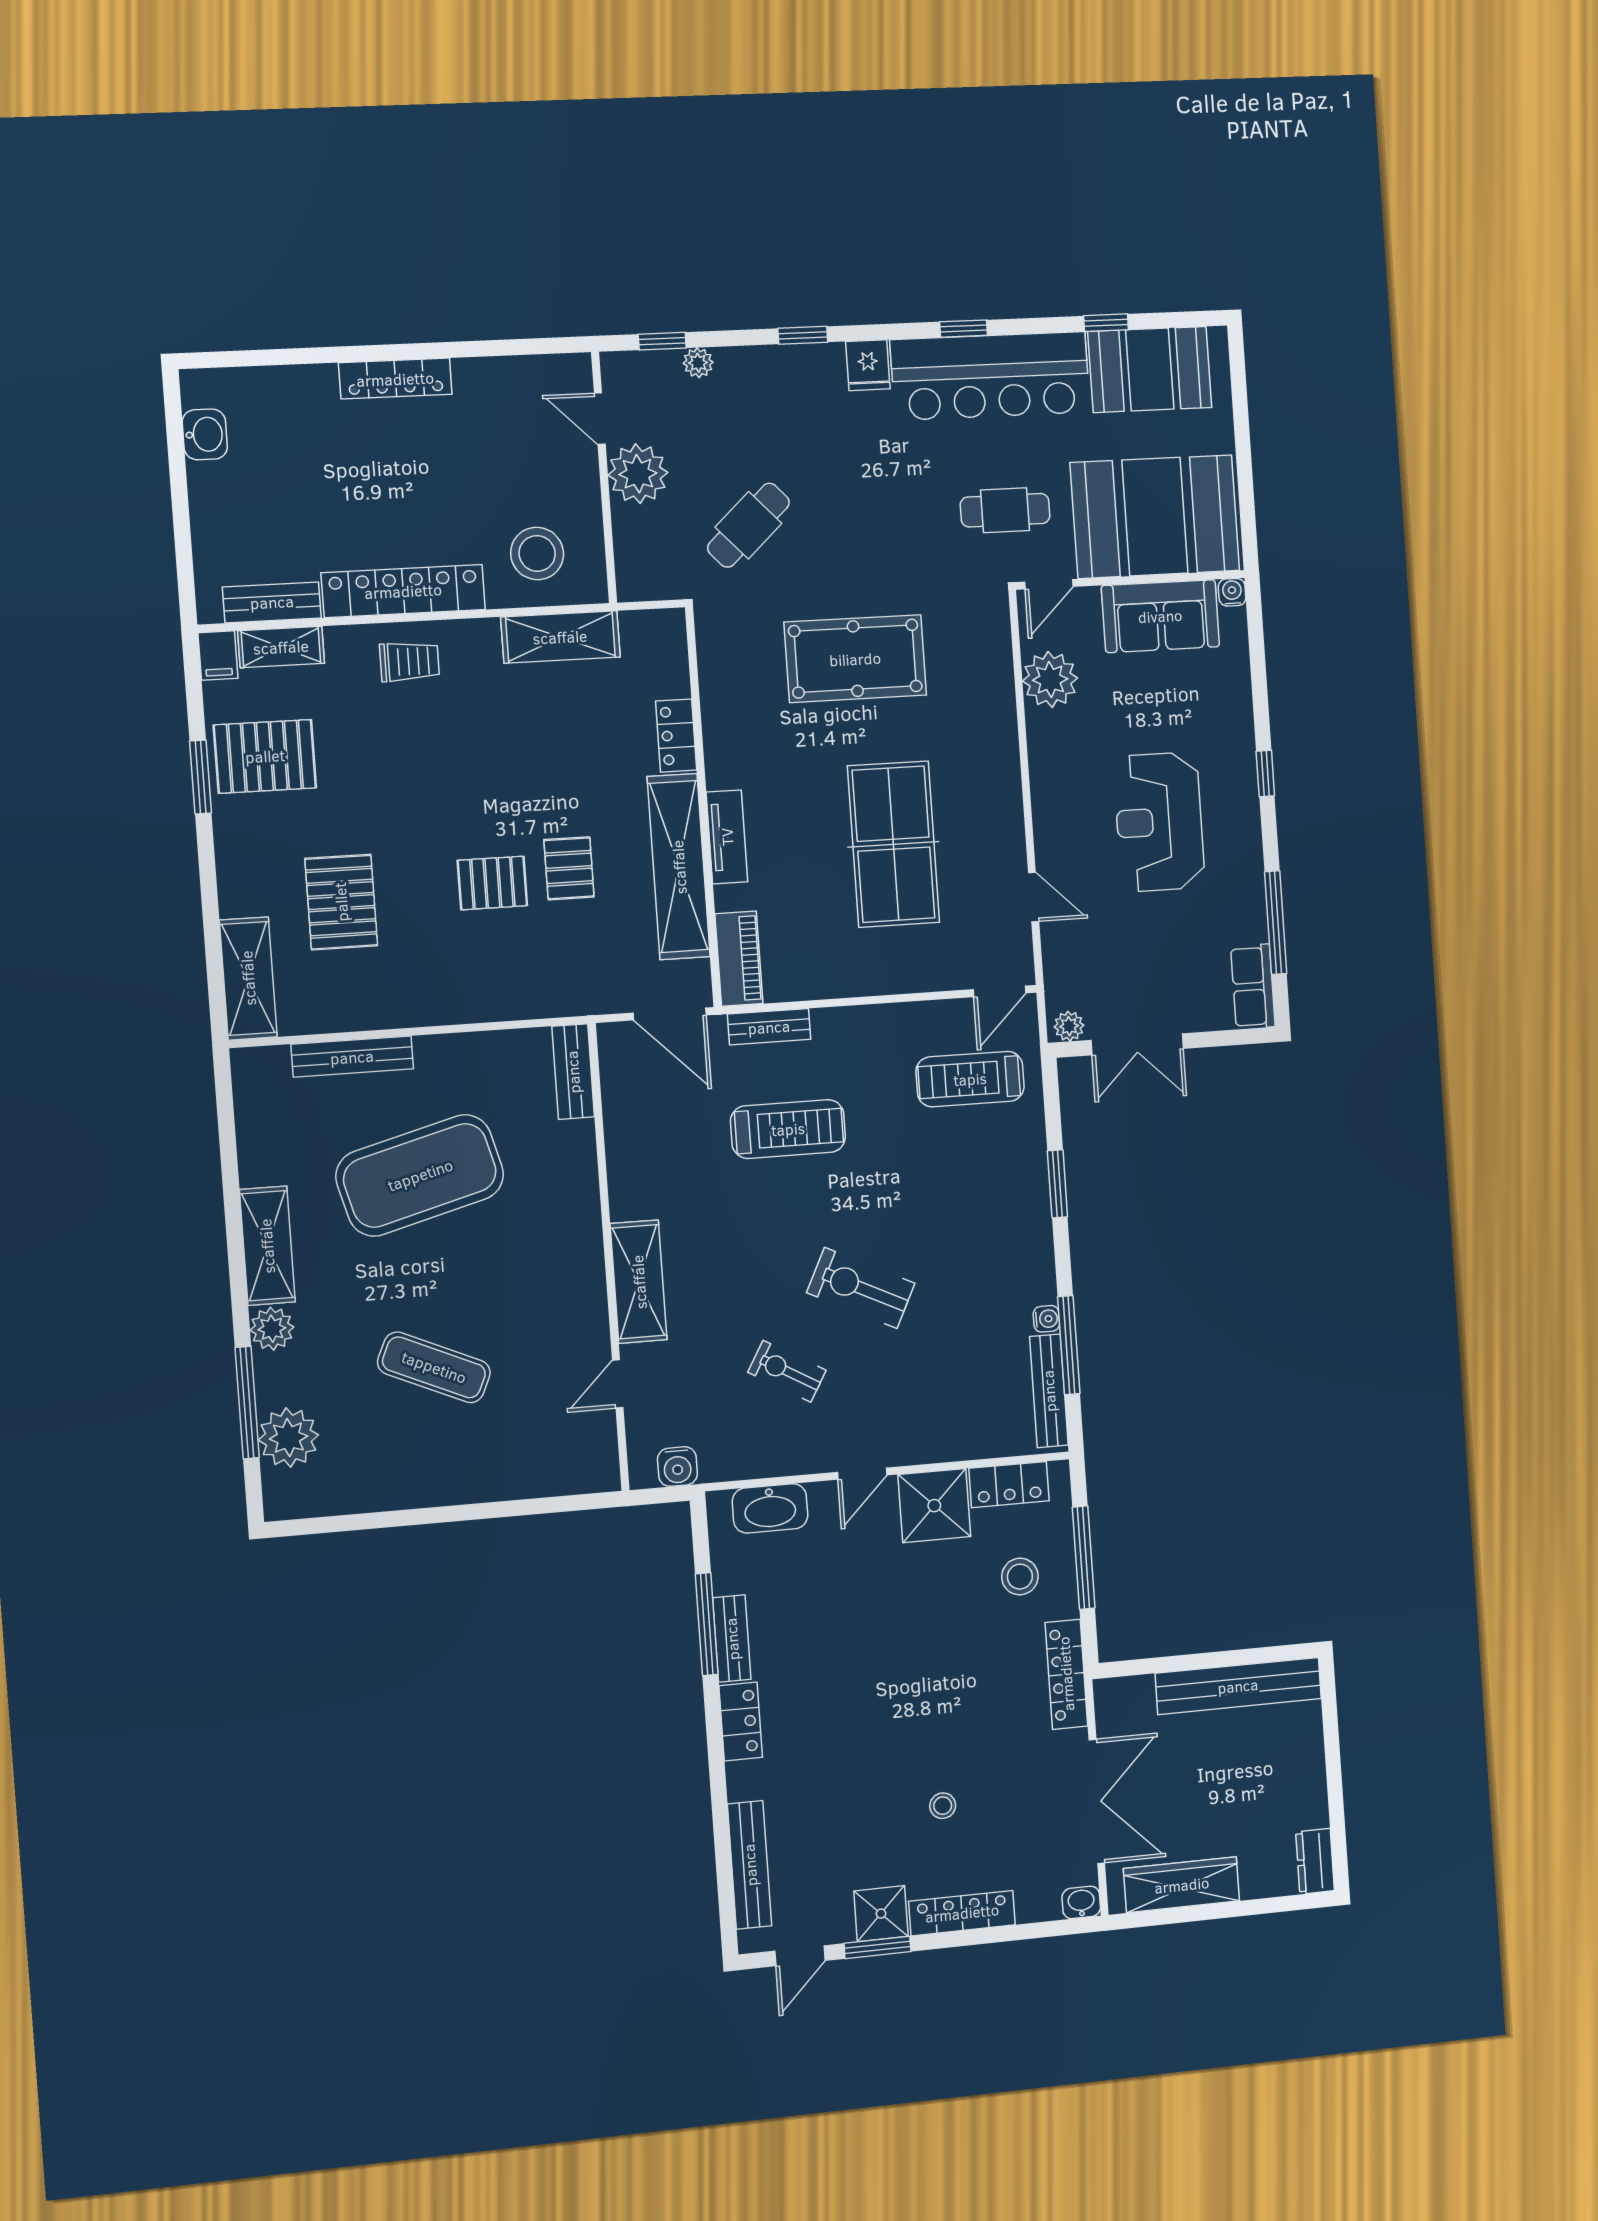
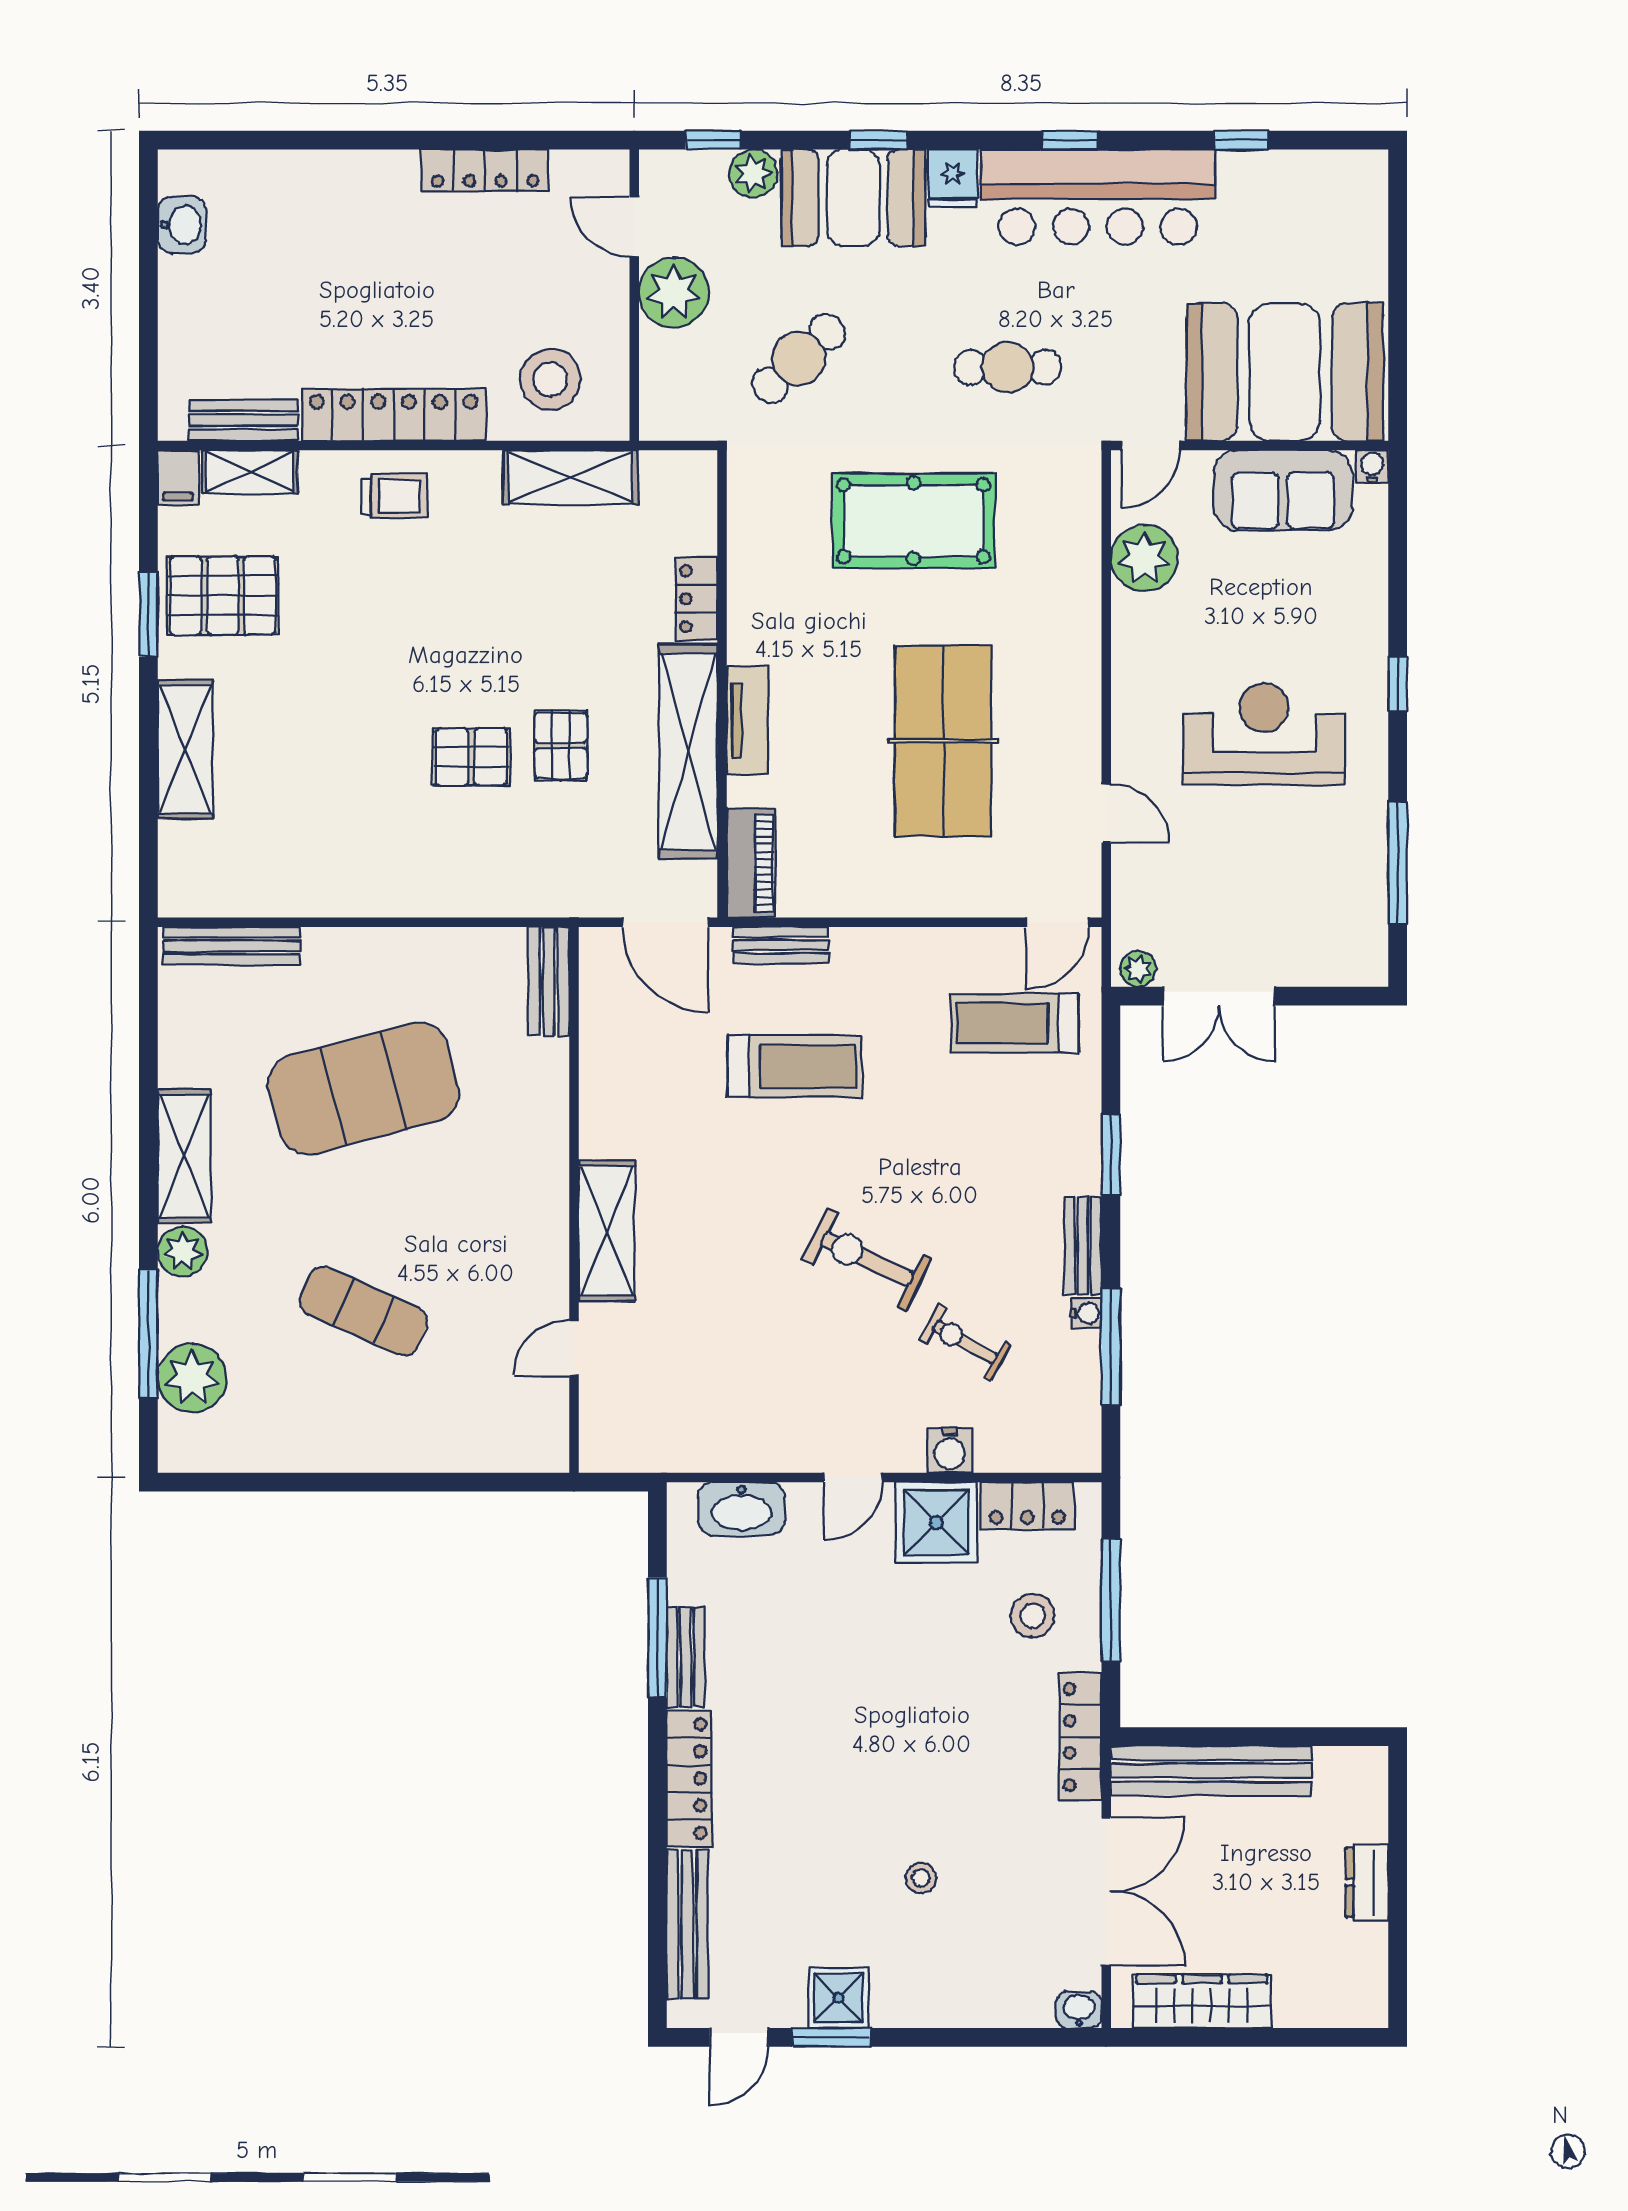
plant: (698, 363) -> (753, 174), width x1.38, depth x1.38
booth: (1150, 370) -> (853, 198), moved
locker: (395, 379) -> (485, 170), moved
cafe table: (1005, 510) -> (1008, 367), moved
reception desk: (1159, 822) -> (1264, 734), turned 90
pallet: (341, 902) -> (297, 768), removed
shelving: (248, 978) -> (185, 749), moved
row of seats: (1253, 986) -> (1365, 937), removed
bench: (352, 1057) -> (232, 946), moved
exercise bike: (787, 1371) -> (965, 1342), moved
bench: (1049, 1391) -> (1083, 1246), moved, width x0.73
water cooler: (677, 1467) -> (950, 1450), moved
bench: (1238, 1686) -> (1211, 1771), moved
locker: (741, 1721) -> (689, 1778), width x1.53
dresser: (1315, 1861) -> (1367, 1882), moved
locker: (962, 1913) -> (935, 2007), removed

